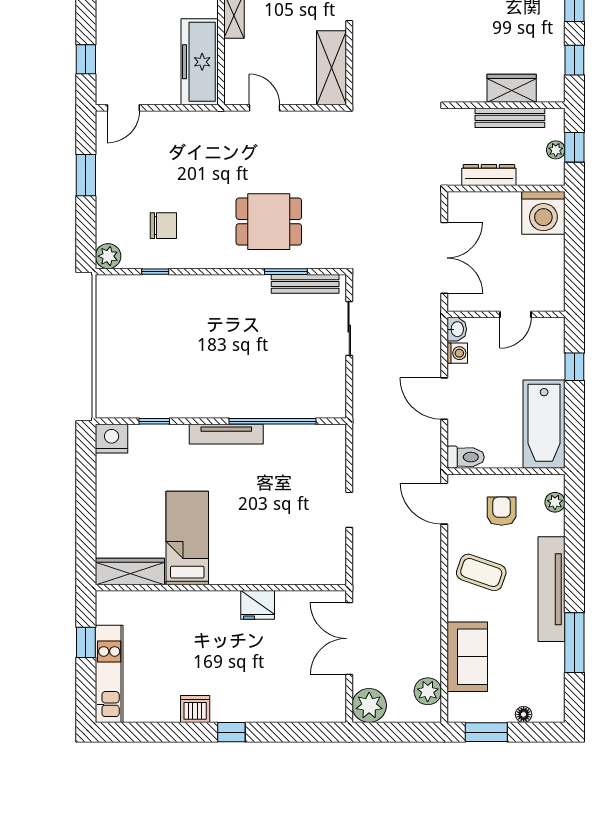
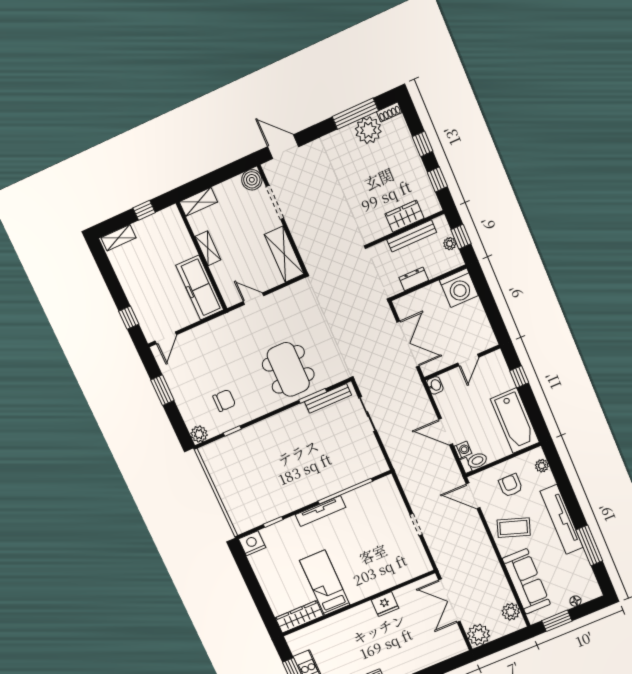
dresser: (489, 175) -> (414, 279), width x0.70
dining table: (269, 222) -> (288, 369), width x1.38
washing machine: (457, 353) -> (463, 450), moved
sofa: (467, 657) -> (526, 581), width x1.36

